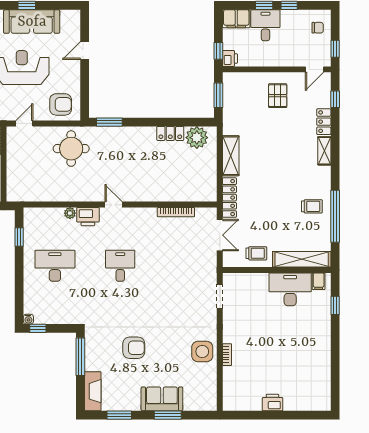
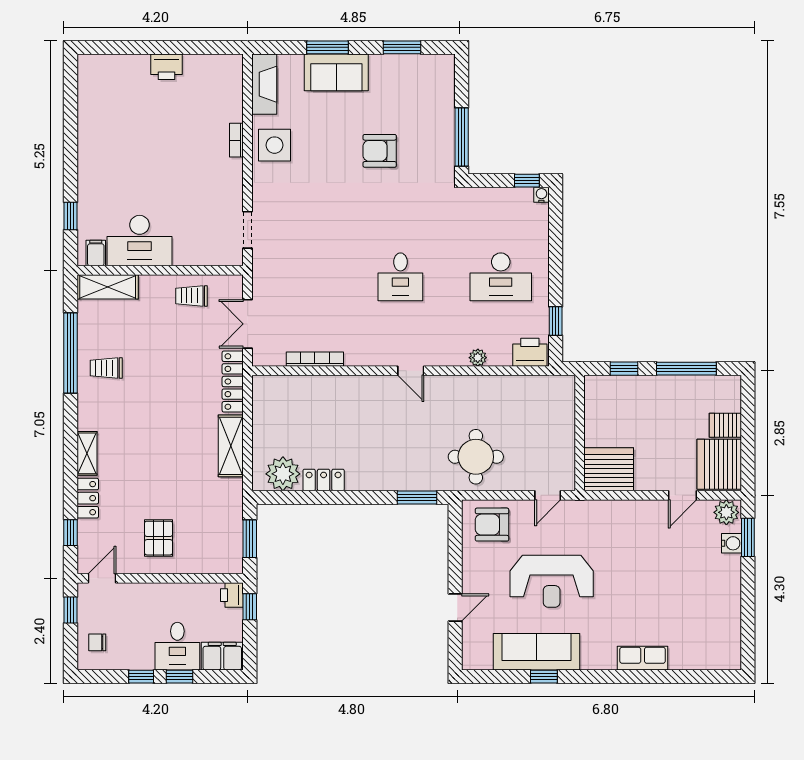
printer: (88, 217) -> (530, 352), moved
shelving: (302, 259) -> (108, 287), width x0.68
fireplace: (93, 391) -> (264, 84), moved, turned 180

